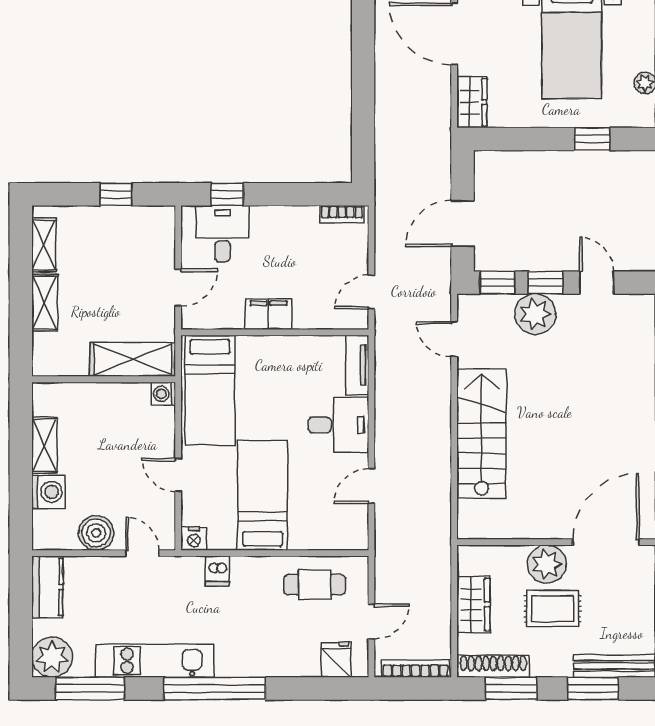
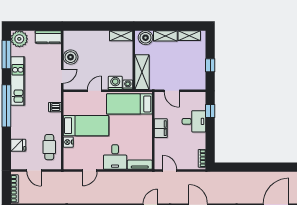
desk: (222, 234) -> (194, 121), moved
boiler: (49, 351) -> (146, 38), added
shelving: (44, 445) -> (121, 36), moved
door: (371, 486) -> (90, 171), swing flipped
washing machine: (48, 492) -> (115, 83), moved, turned 180
nightstand: (194, 539) -> (68, 142), moved
fridge: (336, 660) -> (18, 145), moved

